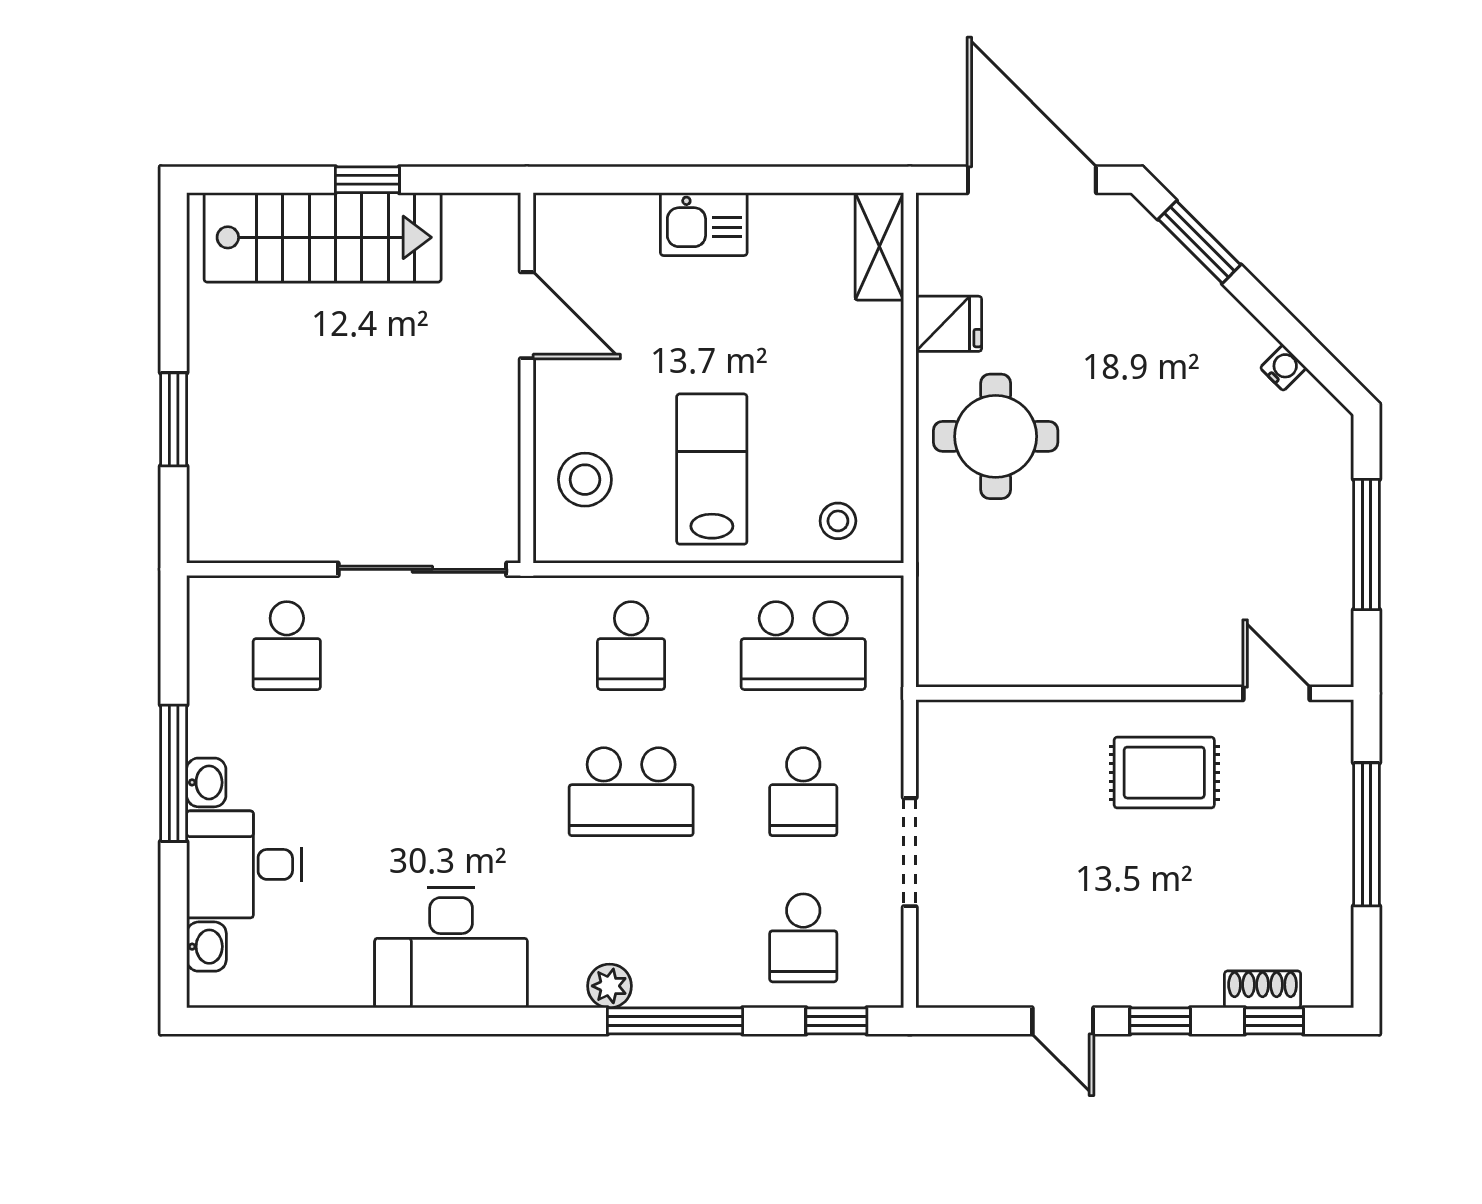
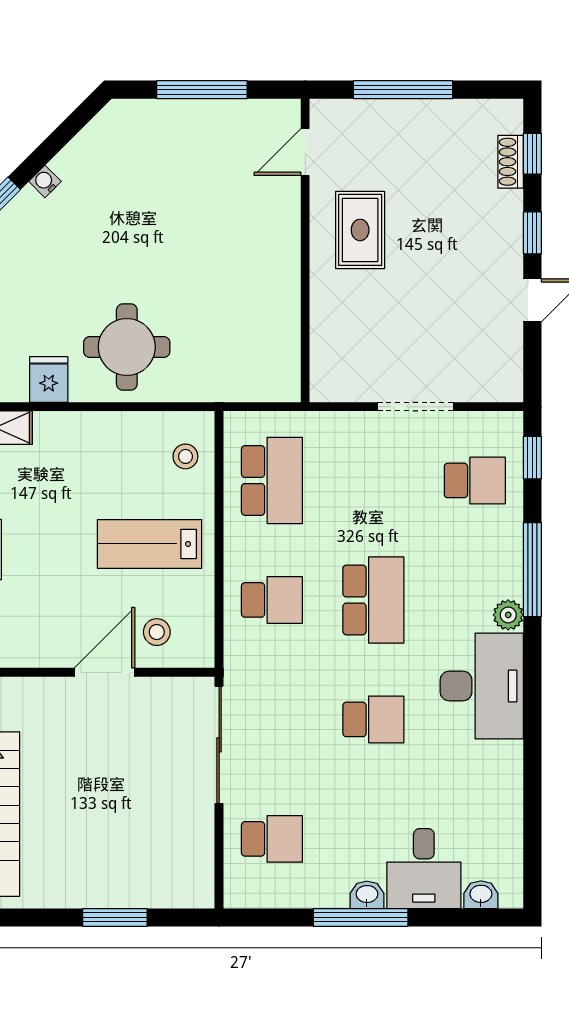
door: (527, 315) -> (105, 672), moved
water cooler: (1283, 368) -> (45, 181), moved
stool: (585, 480) -> (157, 632), width x0.73, depth x0.73
school desk: (803, 792) -> (373, 719), moved
desk: (451, 948) -> (482, 686), moved

